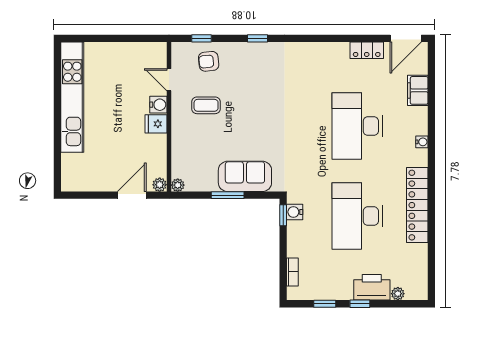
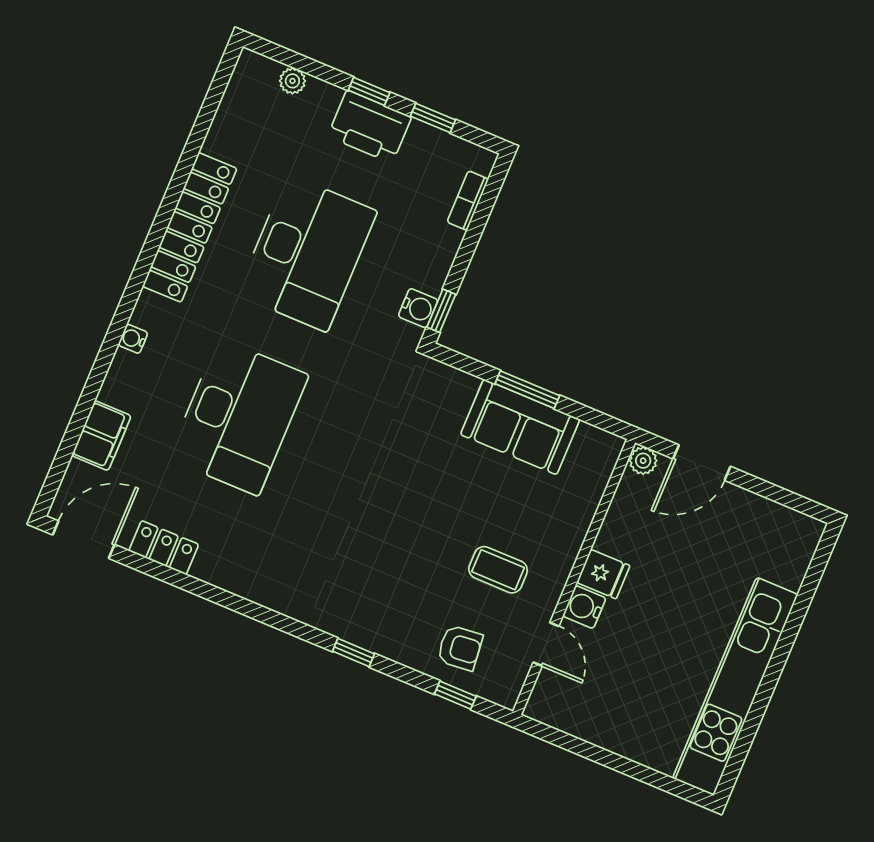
sofa: (245, 176) -> (520, 427), moved
plant: (178, 185) -> (610, 446), removed
printer: (372, 287) -> (370, 127), moved

